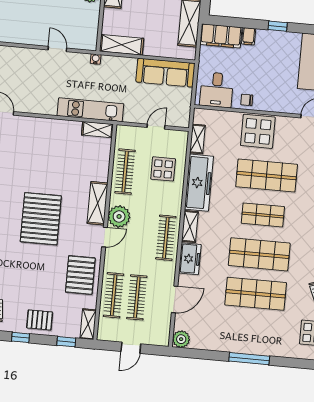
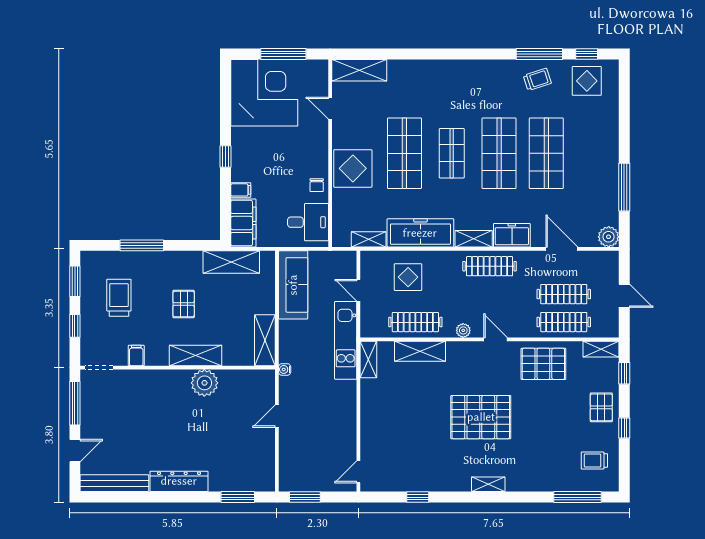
kitchen unit: (90, 110) -> (346, 340), moved
shelving: (98, 203) -> (420, 351), moved
plant: (119, 216) -> (463, 330), width x0.53, depth x0.53
window: (249, 359) -> (624, 187), moved

